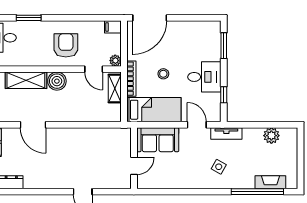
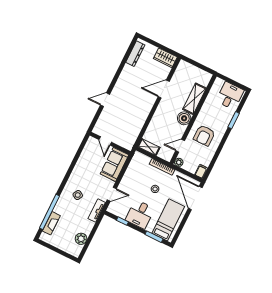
armchair: (66, 45) -> (204, 135), turned 90
shelving: (115, 88) -> (149, 147), moved
bed: (154, 110) -> (168, 220), moved, turned 180

